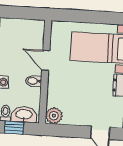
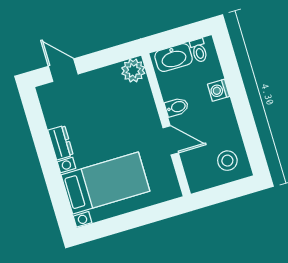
stool: (13, 33) -> (227, 161), added
window: (14, 128) -> (180, 35), removed

